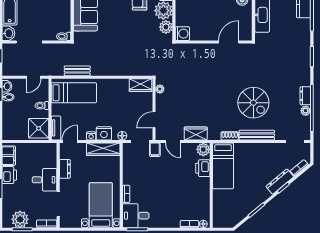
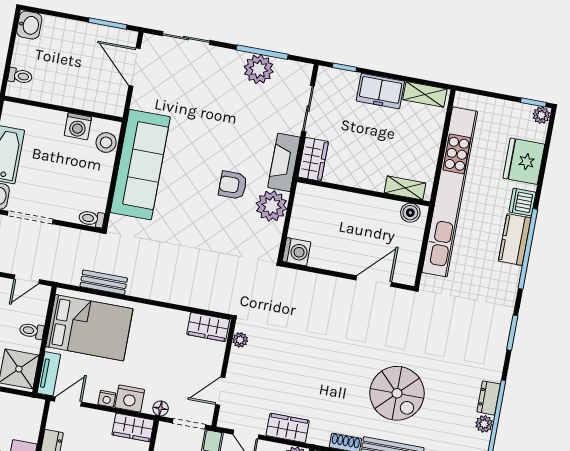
plant: (166, 27) -> (270, 235), removed
bed: (74, 93) -> (89, 328), width x1.50
wardrobe: (103, 149) -> (133, 427), width x0.67

